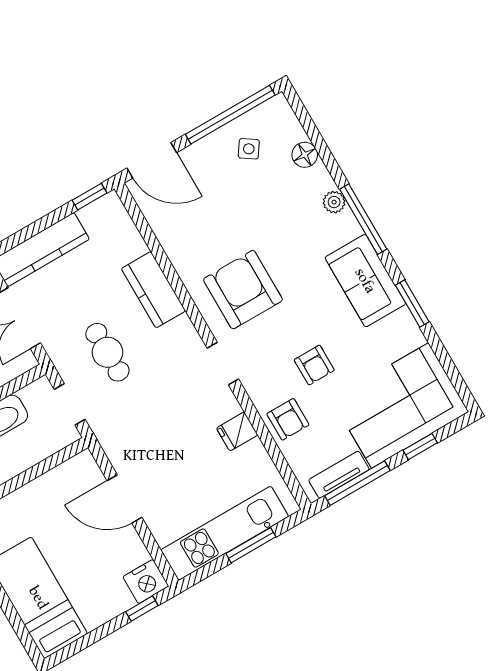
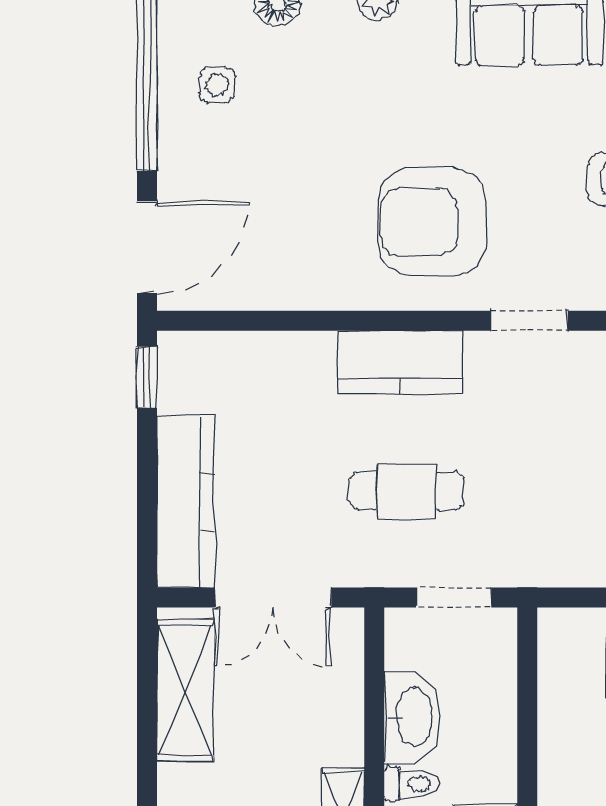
side table: (249, 149) -> (217, 85), turned -34
kitchen counter: (153, 290) -> (400, 362), moved

